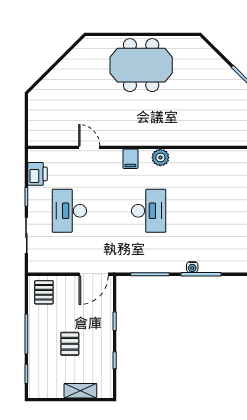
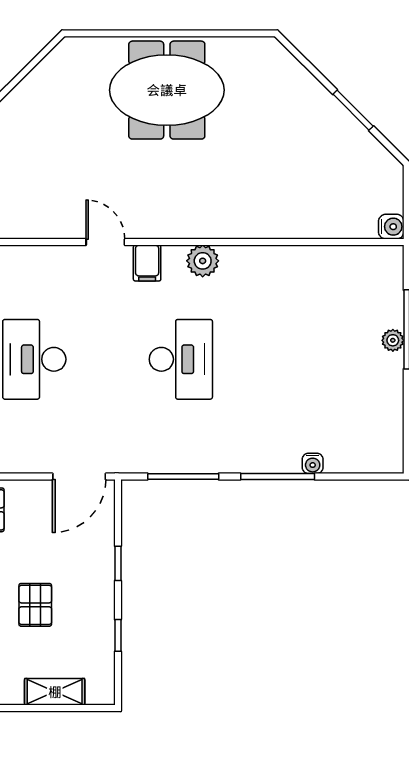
door: (89, 147) -> (105, 242), moved
water cooler: (192, 267) -> (313, 463), moved

